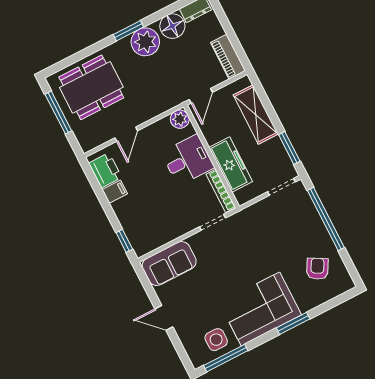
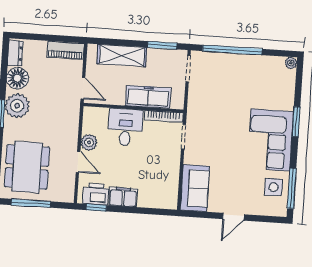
plant: (180, 119) -> (89, 142), moved
filing cabinet: (115, 192) -> (123, 197), width x2.00
window: (124, 241) -> (96, 208), moved
armchair: (317, 269) -> (266, 79), removed
plant: (348, 284) -> (291, 63), added

